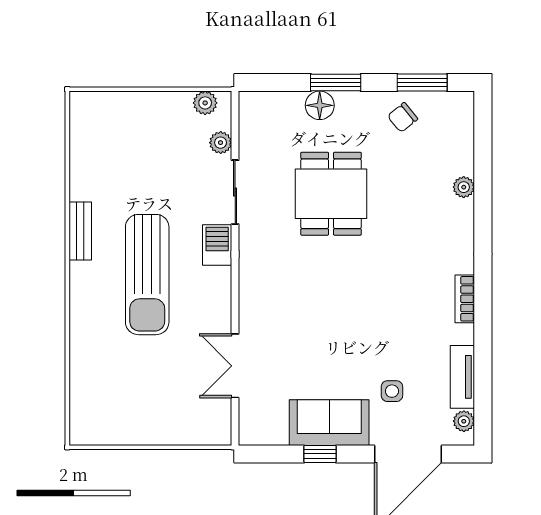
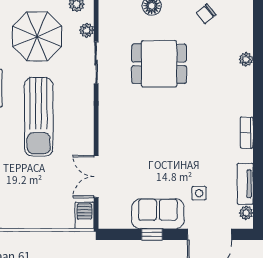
parasol: (145, 152) -> (37, 36), added
dining table: (331, 194) -> (159, 64), turned 90
barbecue: (217, 245) -> (84, 215), moved

